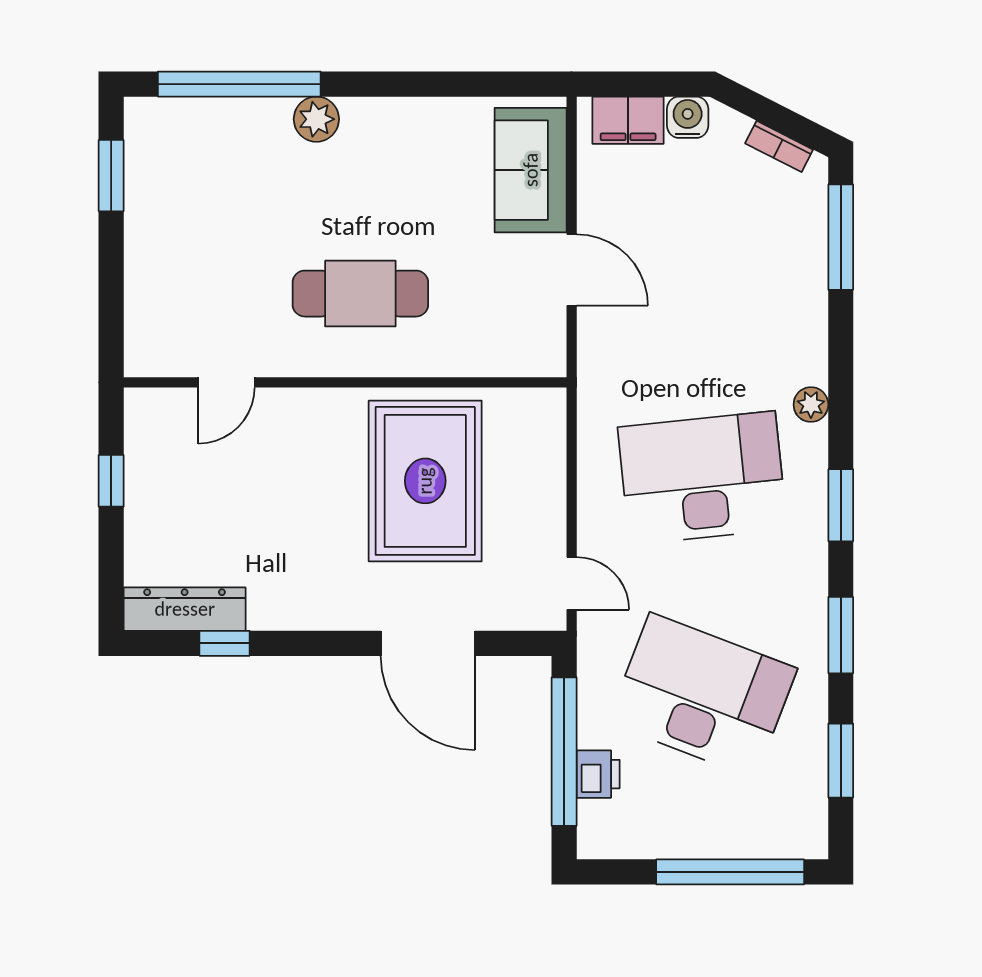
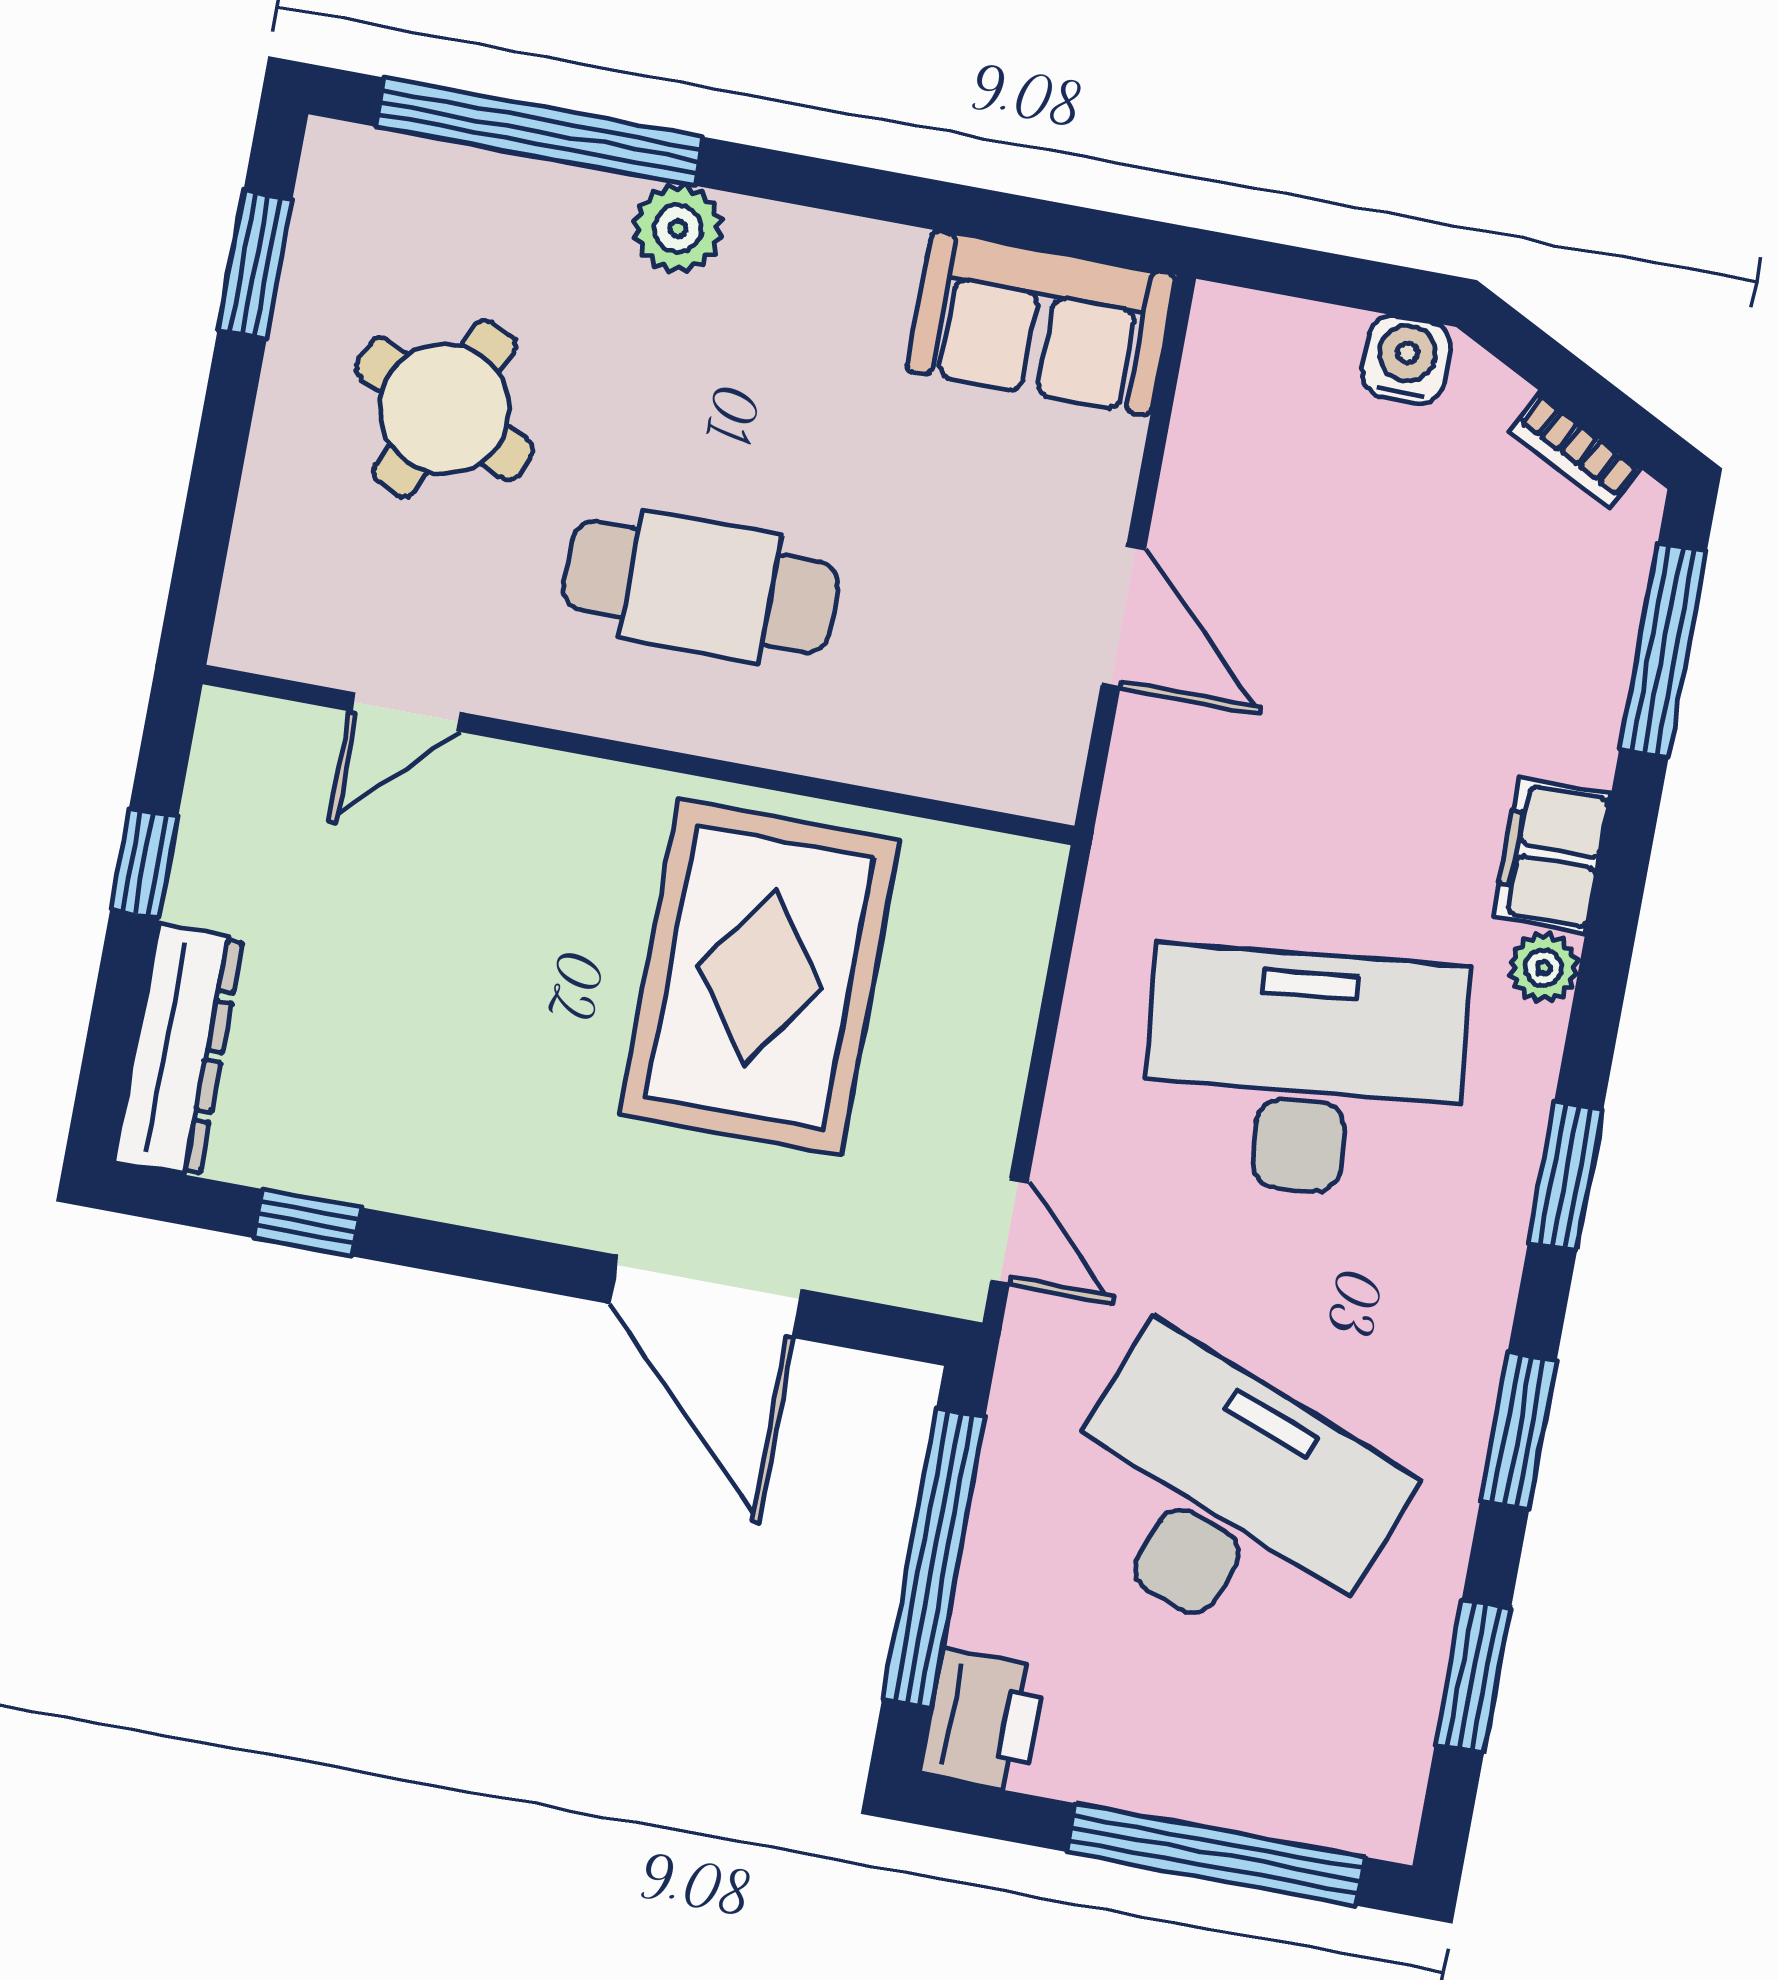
filing cabinet: (628, 120) -> (1552, 855), moved, turned 90
sofa: (531, 170) -> (1041, 323), moved, turned -90
round table: (218, 229) -> (444, 409), added
dresser: (185, 609) -> (179, 1050), moved, turned 90
printer: (598, 774) -> (983, 1720), moved, width x1.36, depth x1.24

